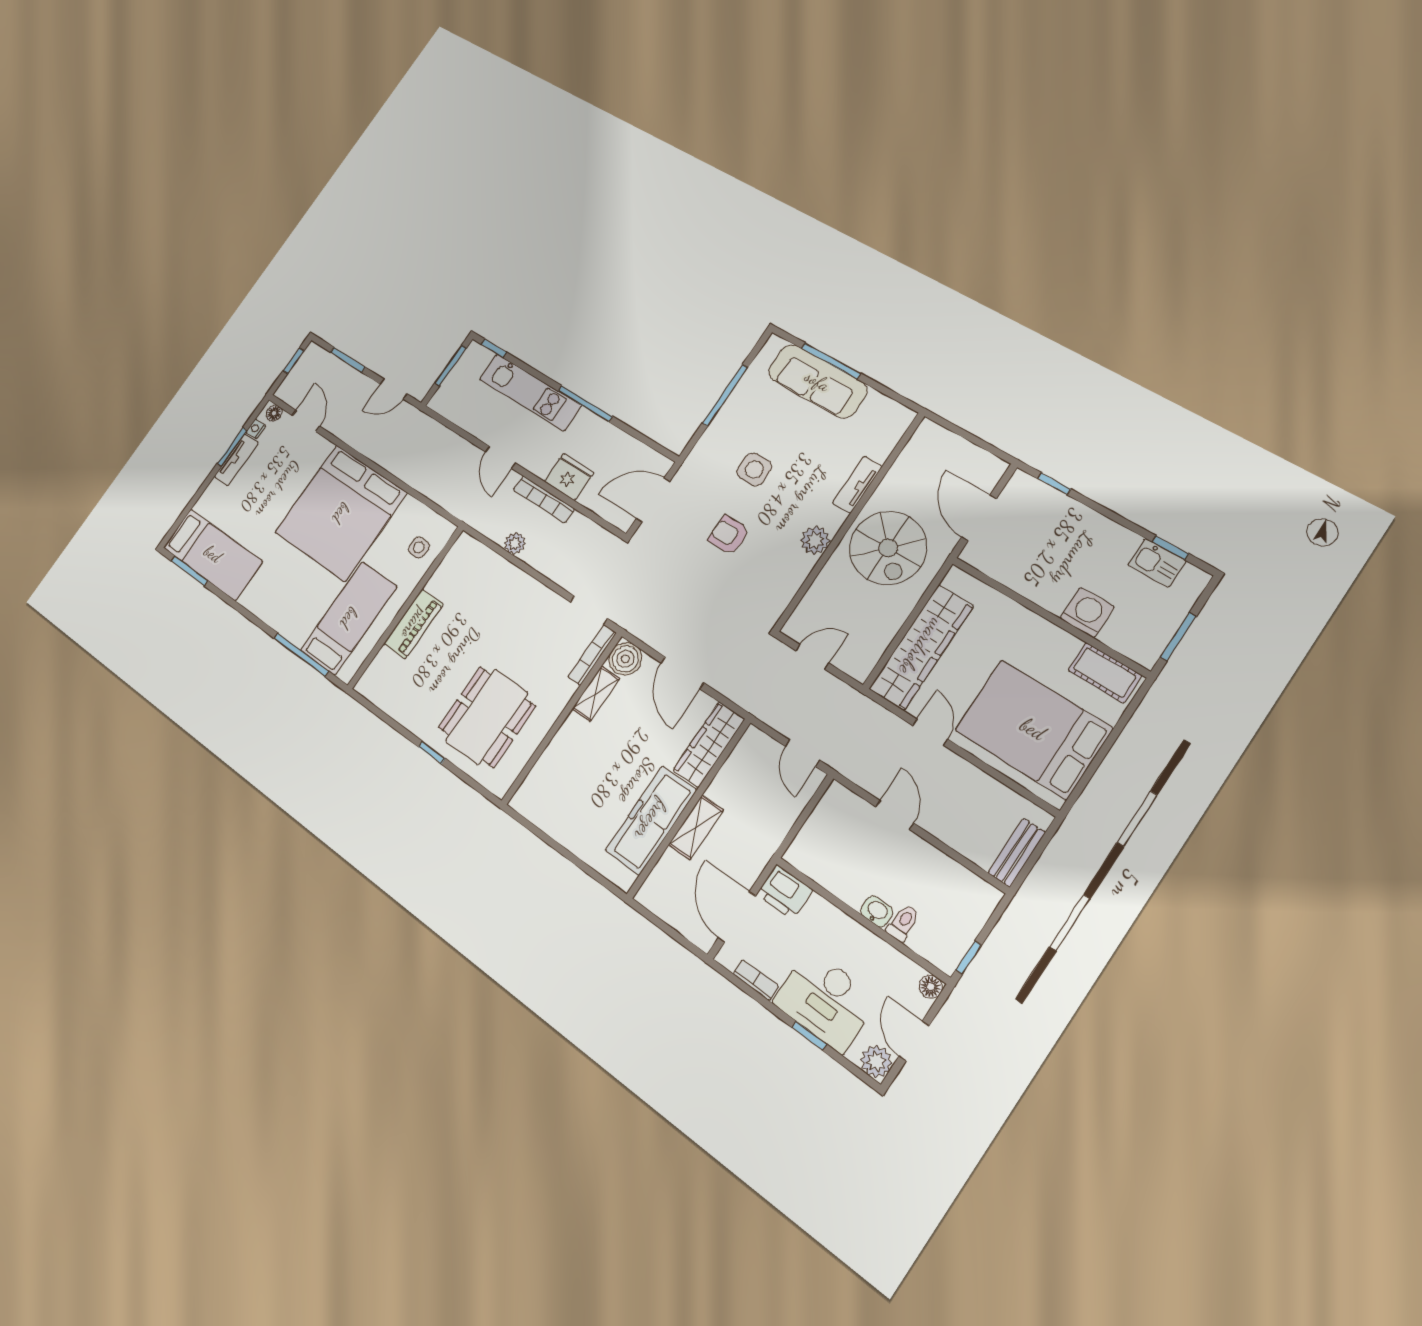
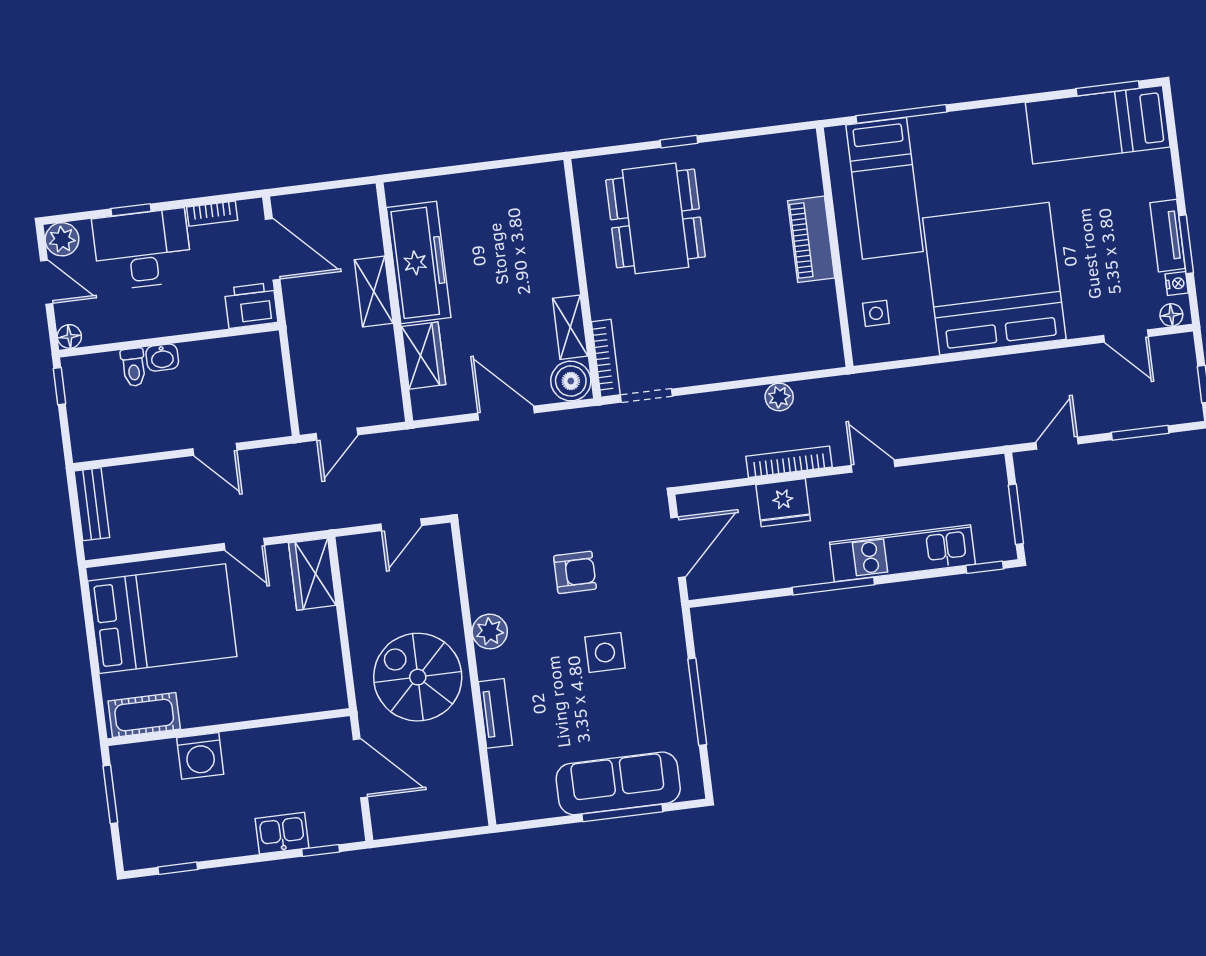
kitchen sink: (1157, 563) -> (282, 833), moved
wardrobe: (921, 647) -> (312, 574), width x0.48, depth x0.85
wardrobe: (709, 745) -> (423, 356), width x0.67
door: (802, 753) -> (337, 434), swing flipped

